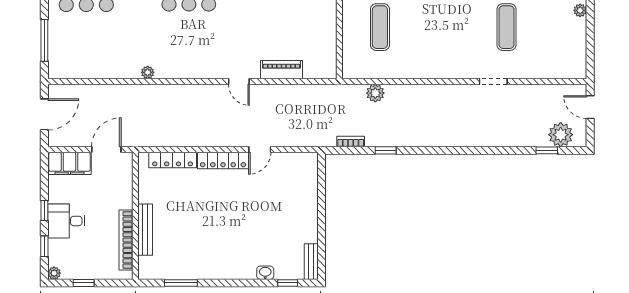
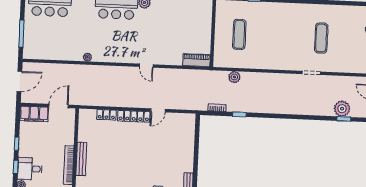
piano: (281, 70) -> (197, 60), moved
plant: (561, 135) -> (342, 109), moved
locker: (173, 160) -> (106, 115), width x0.66
desk: (66, 221) -> (30, 169), moved

